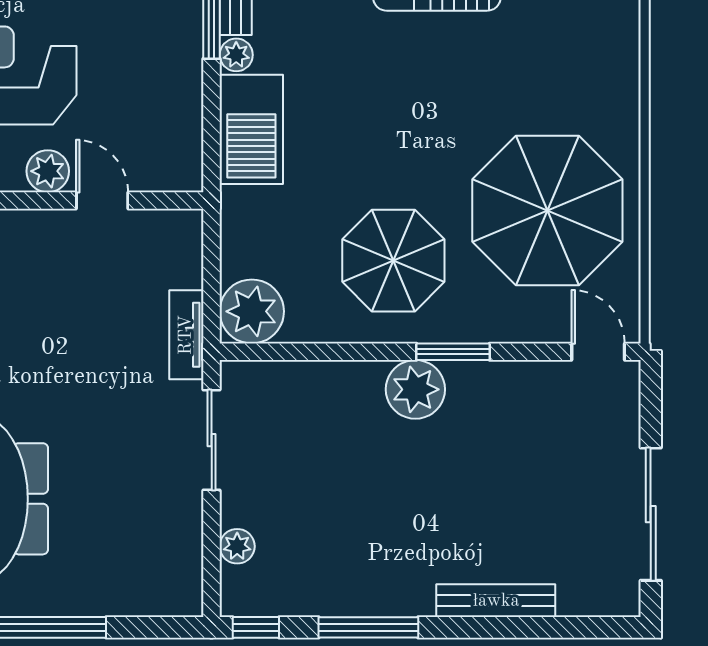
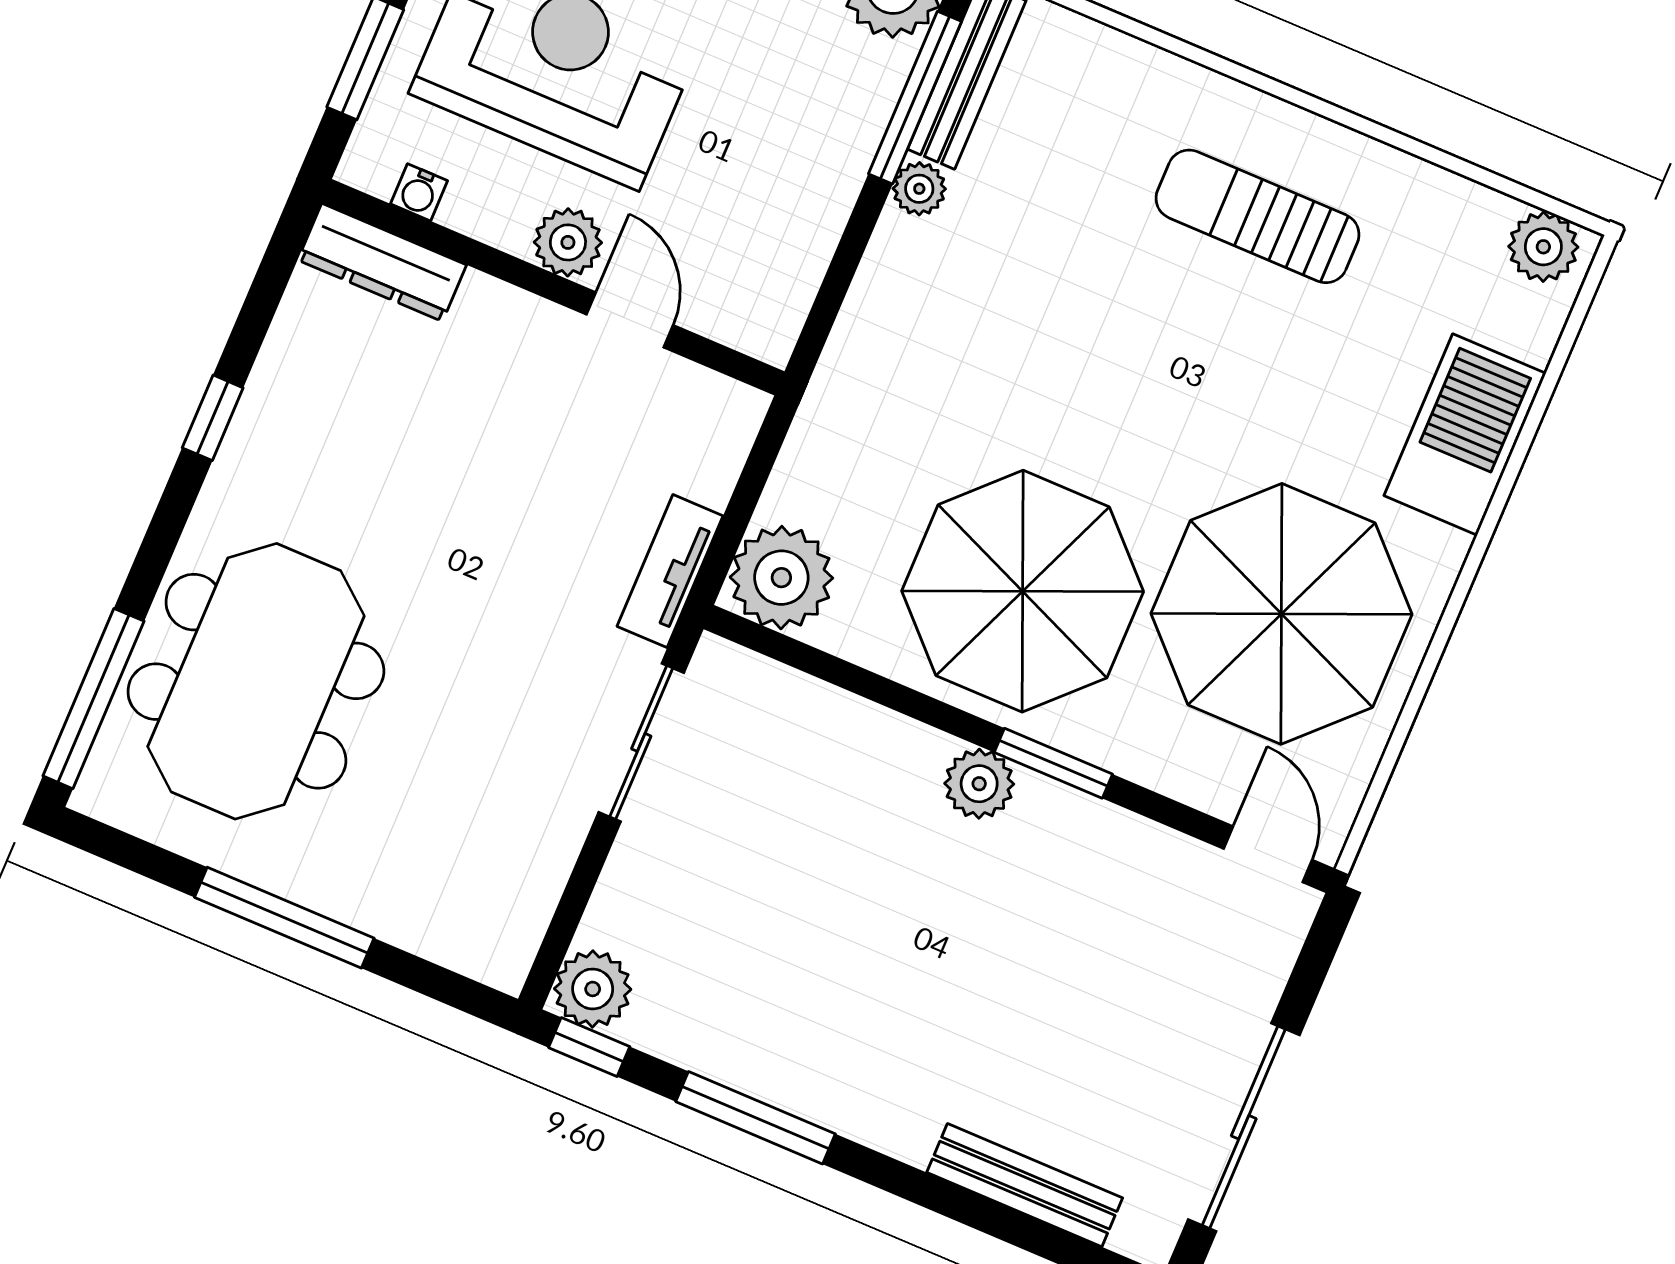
barbecue: (251, 129) -> (1465, 434), moved, turned 180
parasol: (393, 261) -> (1023, 591), width x1.36, depth x1.36
plant: (415, 389) -> (979, 784), width x0.73, depth x0.73
plant: (237, 546) -> (593, 989), moved, width x1.38, depth x1.38
bench: (496, 601) -> (1025, 1185), moved

